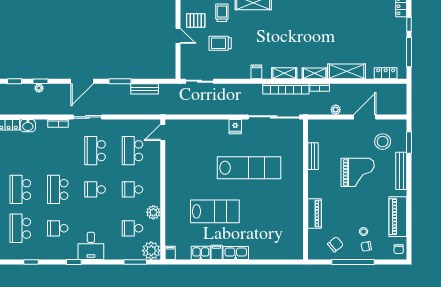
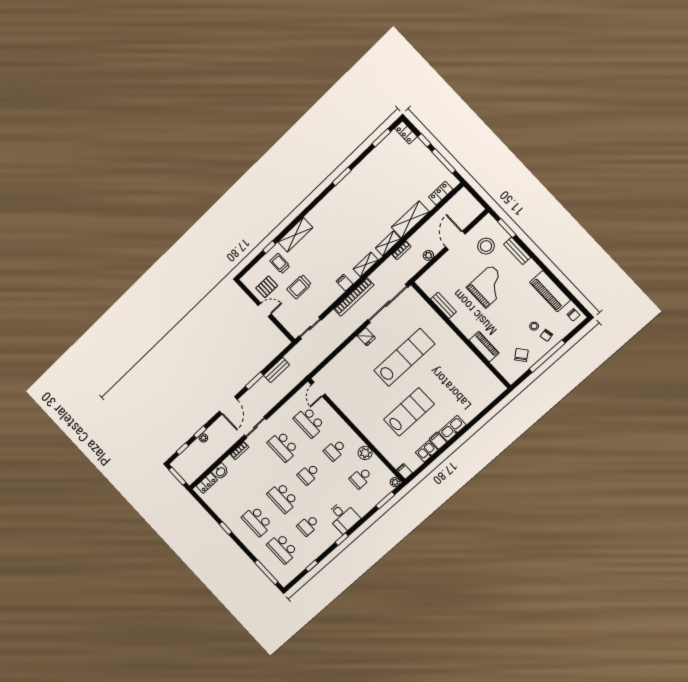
bookcase: (286, 89) -> (354, 297), moved
bench: (401, 171) -> (517, 251), width x0.73
plant: (151, 251) -> (395, 482), width x0.53, depth x0.53

